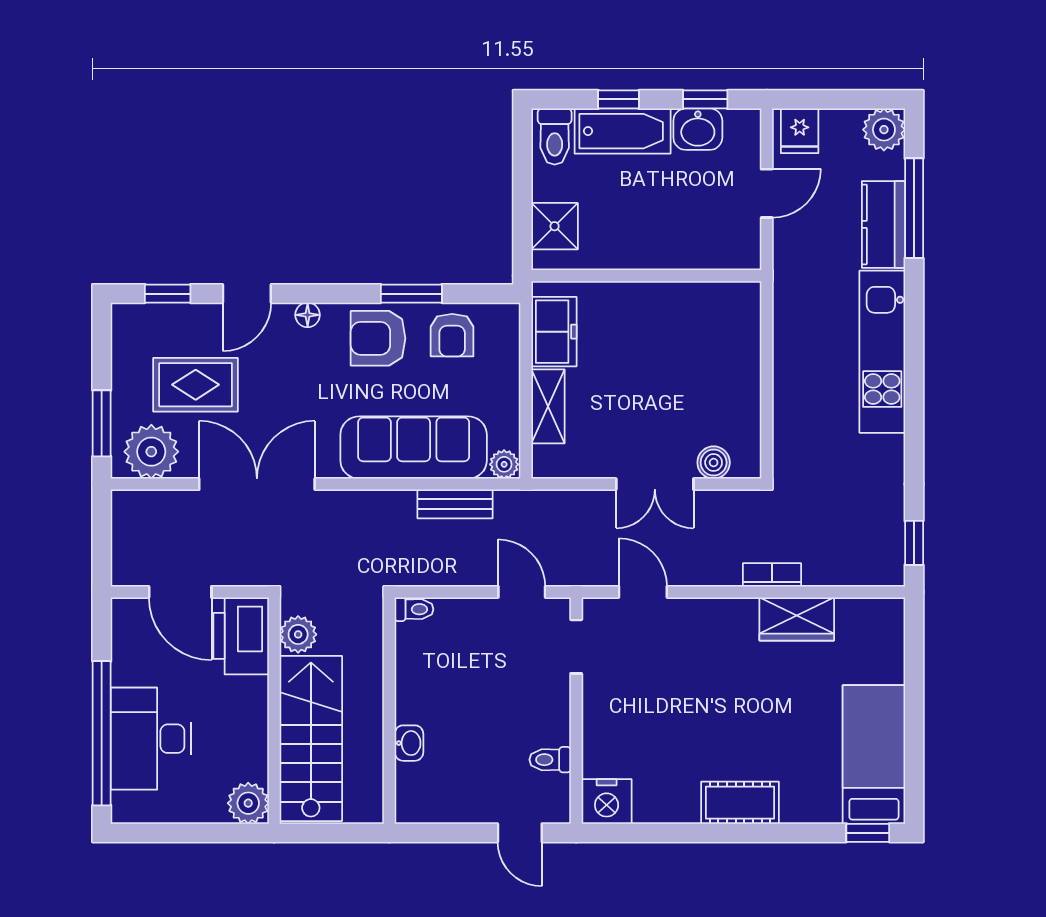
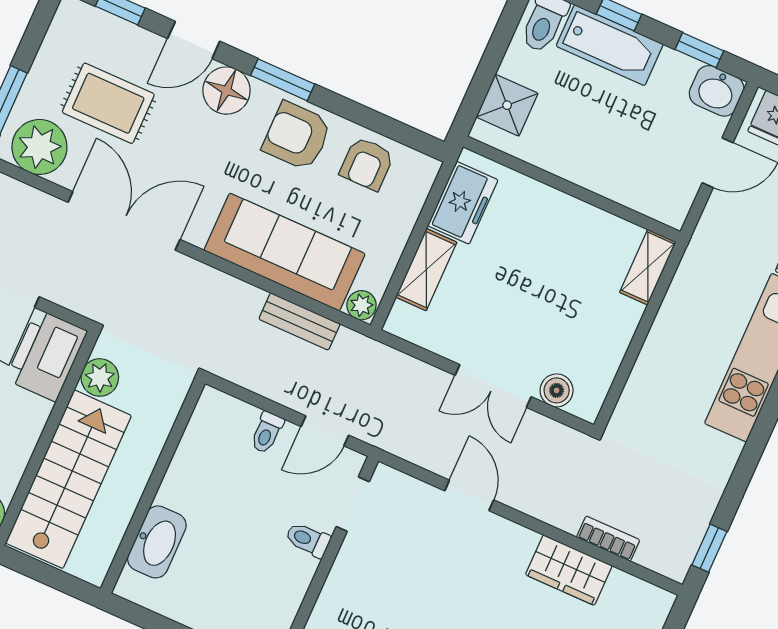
washbasin: (698, 129) -> (717, 91), moved
window: (411, 294) -> (283, 80), moved
floor lamp: (308, 315) -> (226, 91), width x1.89, depth x1.89
shelving: (746, 315) -> (648, 267), added
bookcase: (772, 575) -> (608, 539), moved
door: (522, 592) -> (325, 431), swing flipped
door: (643, 592) -> (469, 495), moved
toilet: (414, 609) -> (267, 432), moved, turned 90
washbasin: (409, 743) -> (157, 542), width x1.91, depth x1.45
toilet: (550, 760) -> (308, 540), moved

